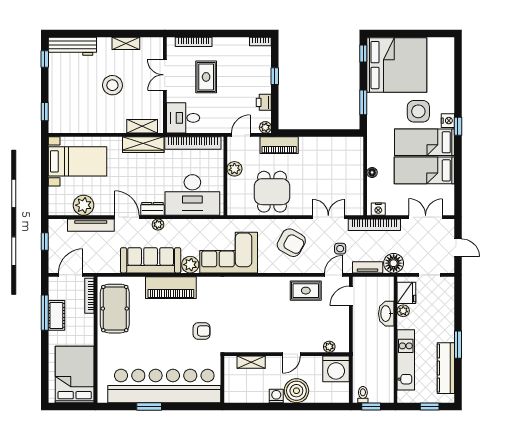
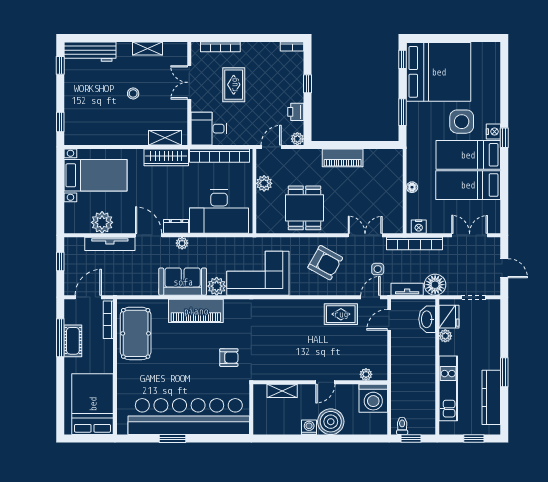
stool: (112, 85) -> (133, 93), width x0.53, depth x0.53
piano: (279, 145) -> (343, 158), moved
sofa: (151, 260) -> (183, 282), width x0.73
washbasin: (386, 314) -> (427, 319), moved

